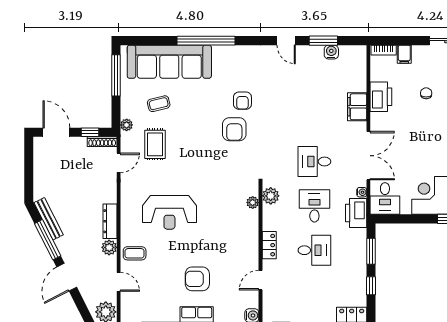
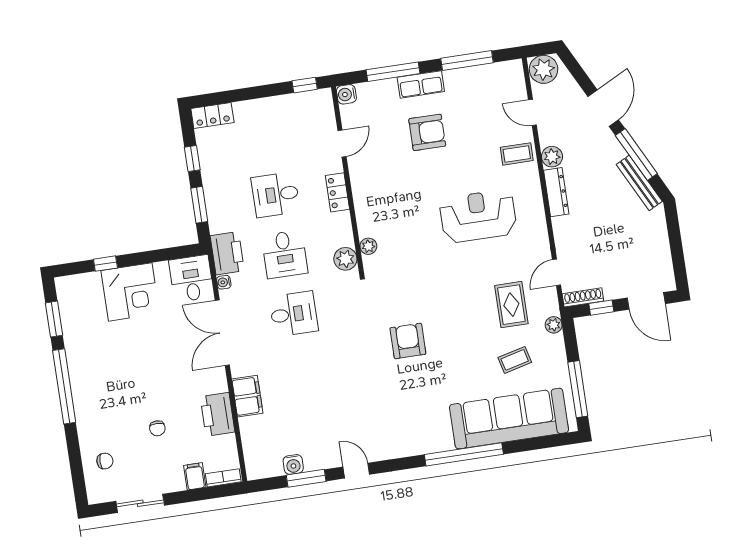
armchair: (242, 101) -> (403, 381), removed

